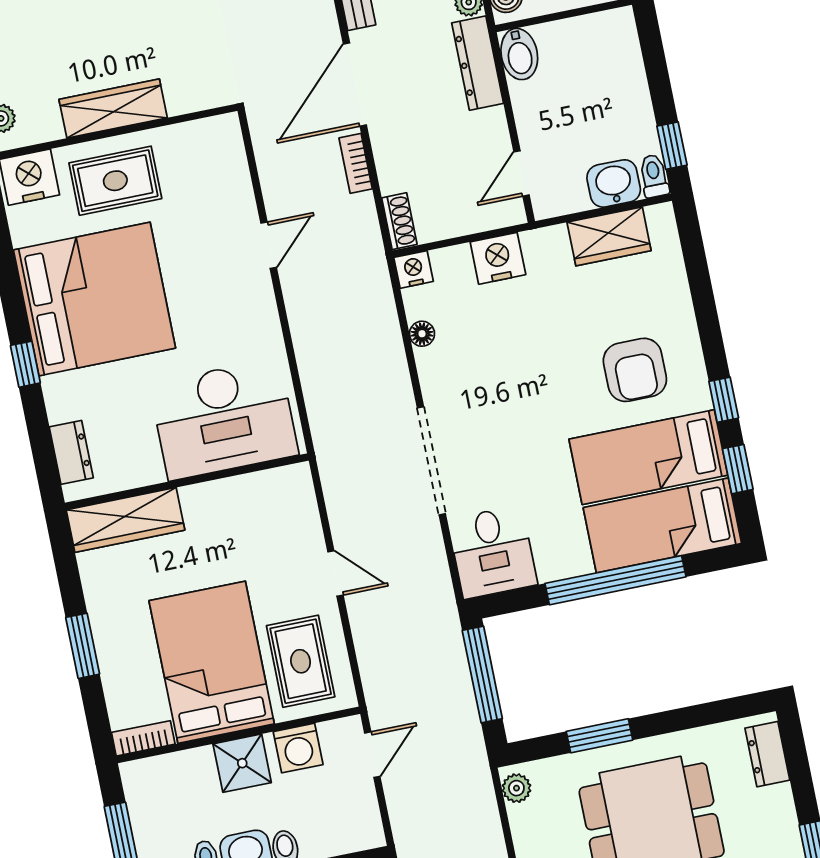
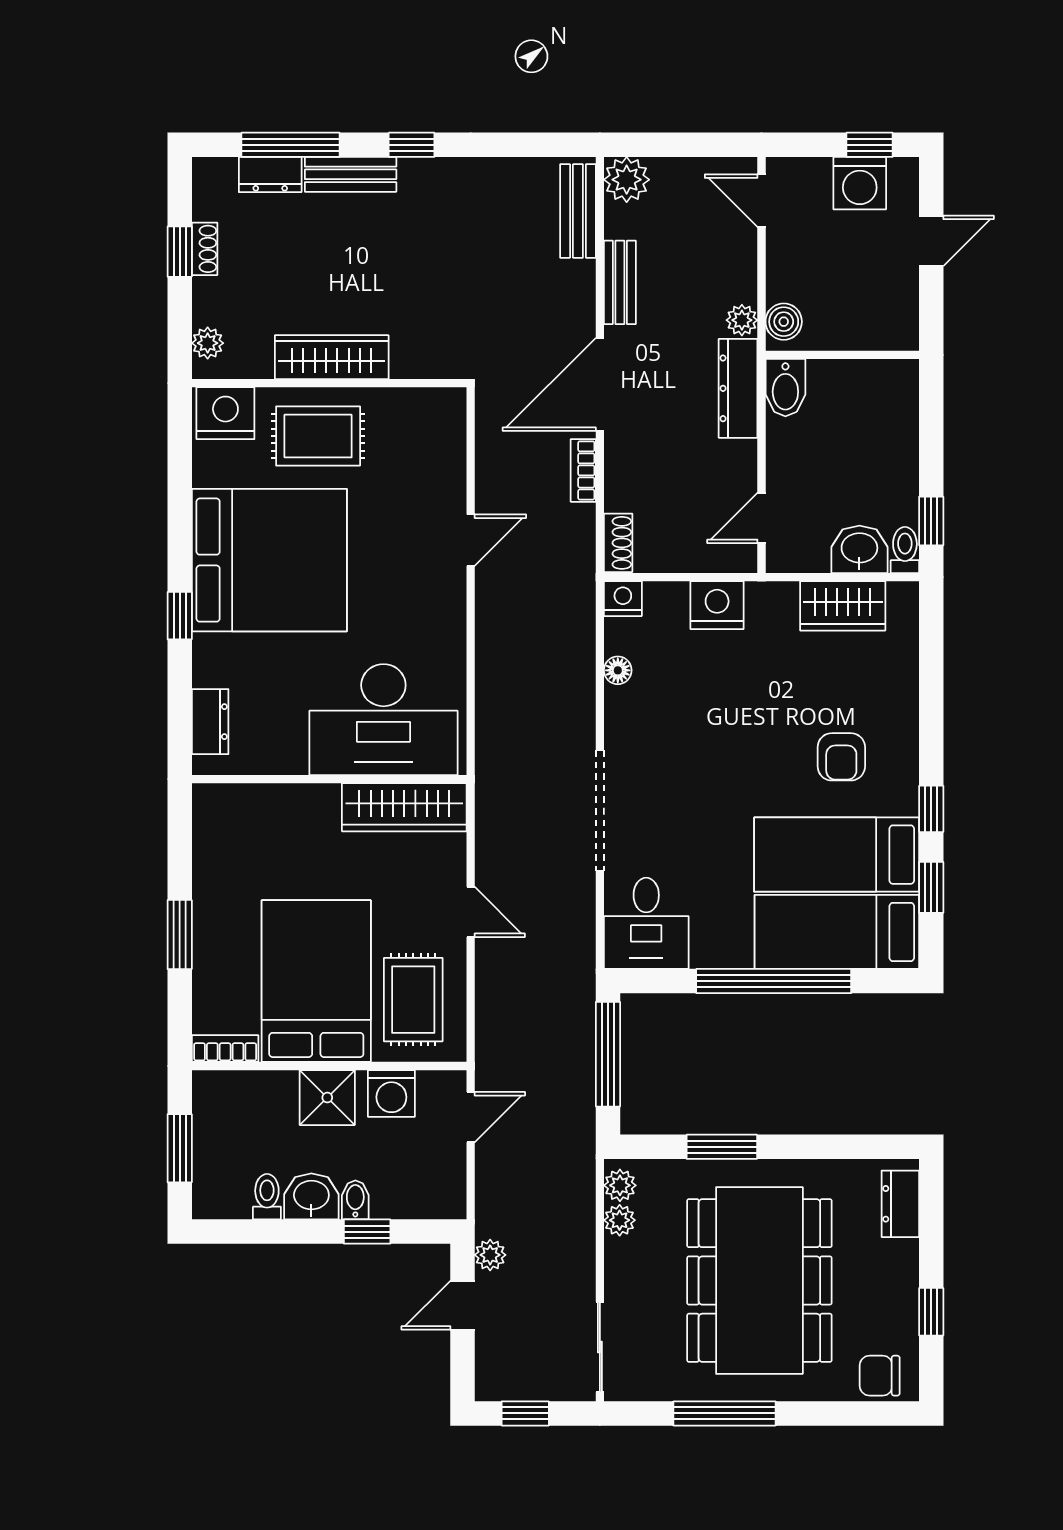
armchair: (635, 370) -> (841, 757), width x0.72, depth x0.72
wardrobe: (125, 520) -> (404, 807), moved
plant: (522, 819) -> (620, 1220), added

